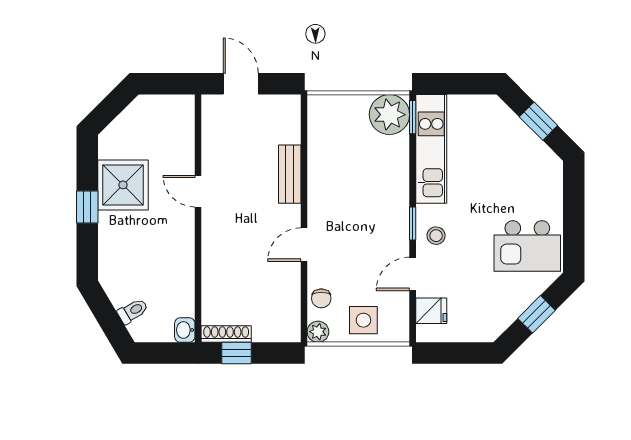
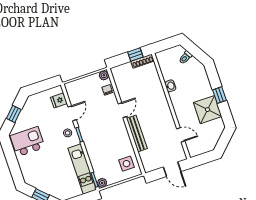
plant: (389, 115) -> (102, 183), width x0.53, depth x0.53
bench: (290, 174) -> (137, 133), width x1.36
door: (198, 191) -> (181, 135), moved
side table: (363, 320) -> (126, 164), moved
washbasin: (185, 330) -> (170, 86), moved

